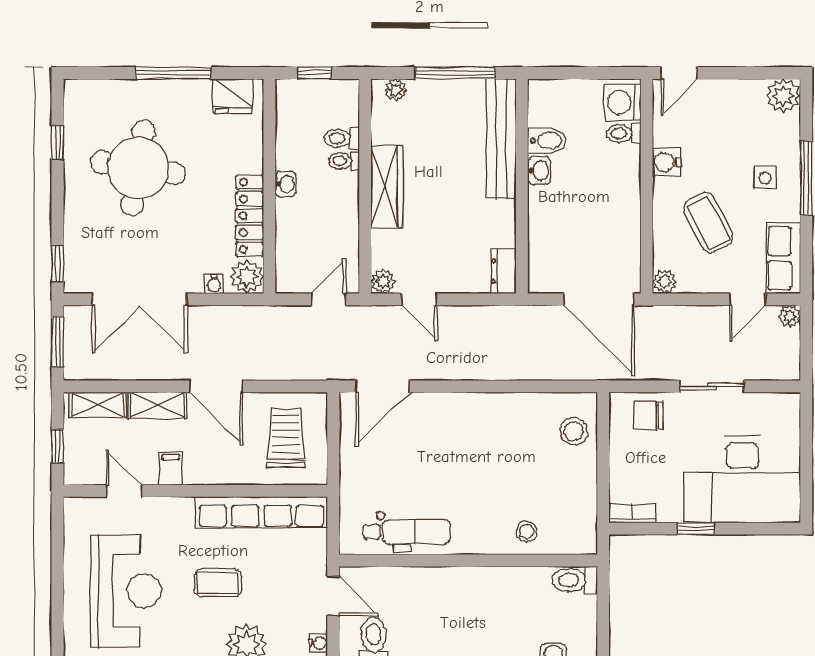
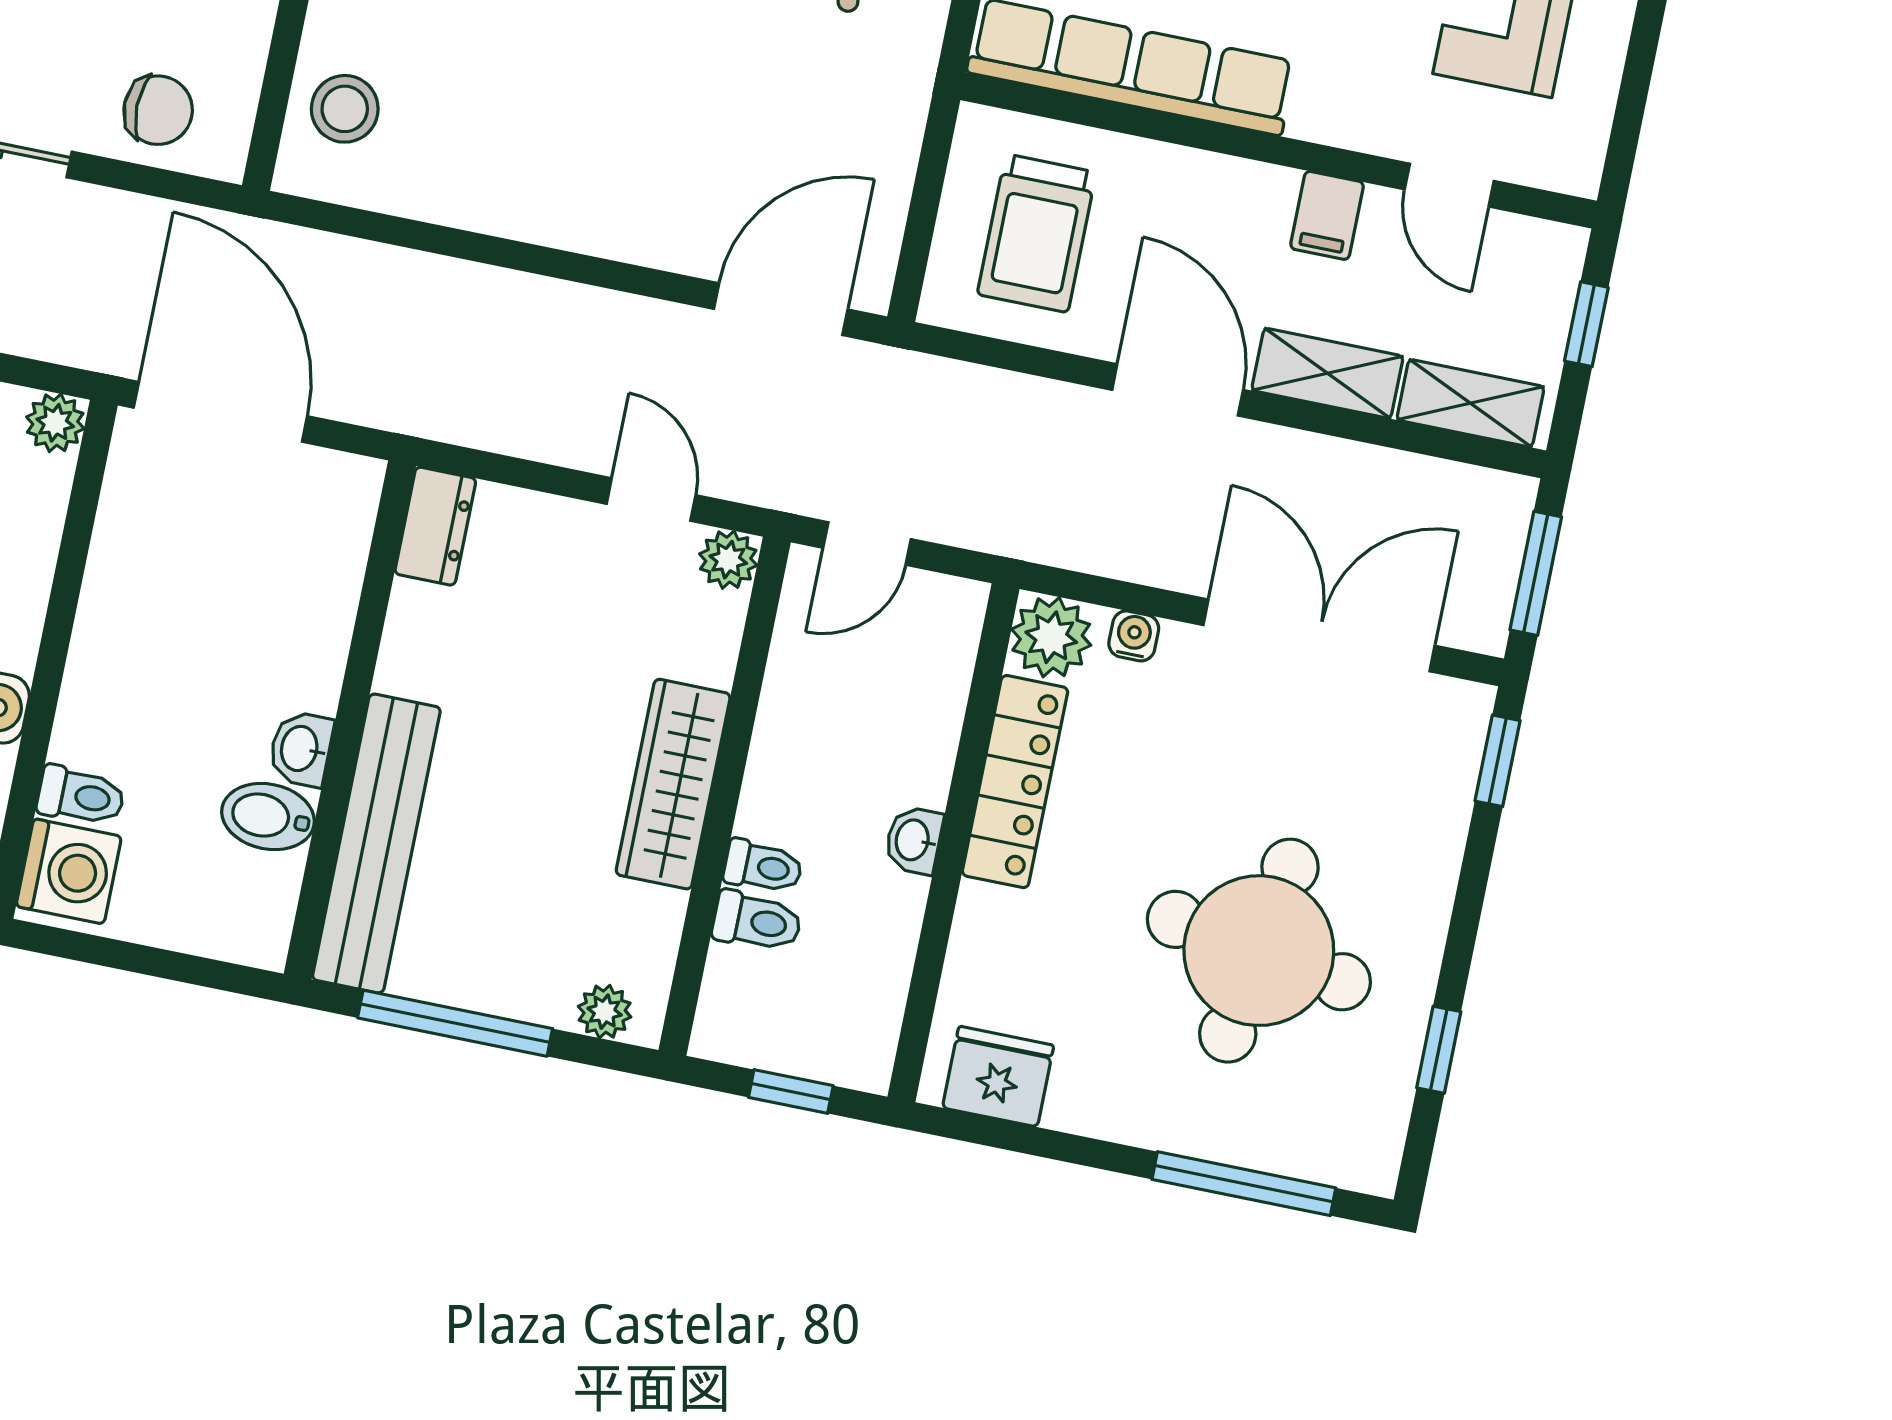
window: (173, 73) -> (1244, 1184), moved

